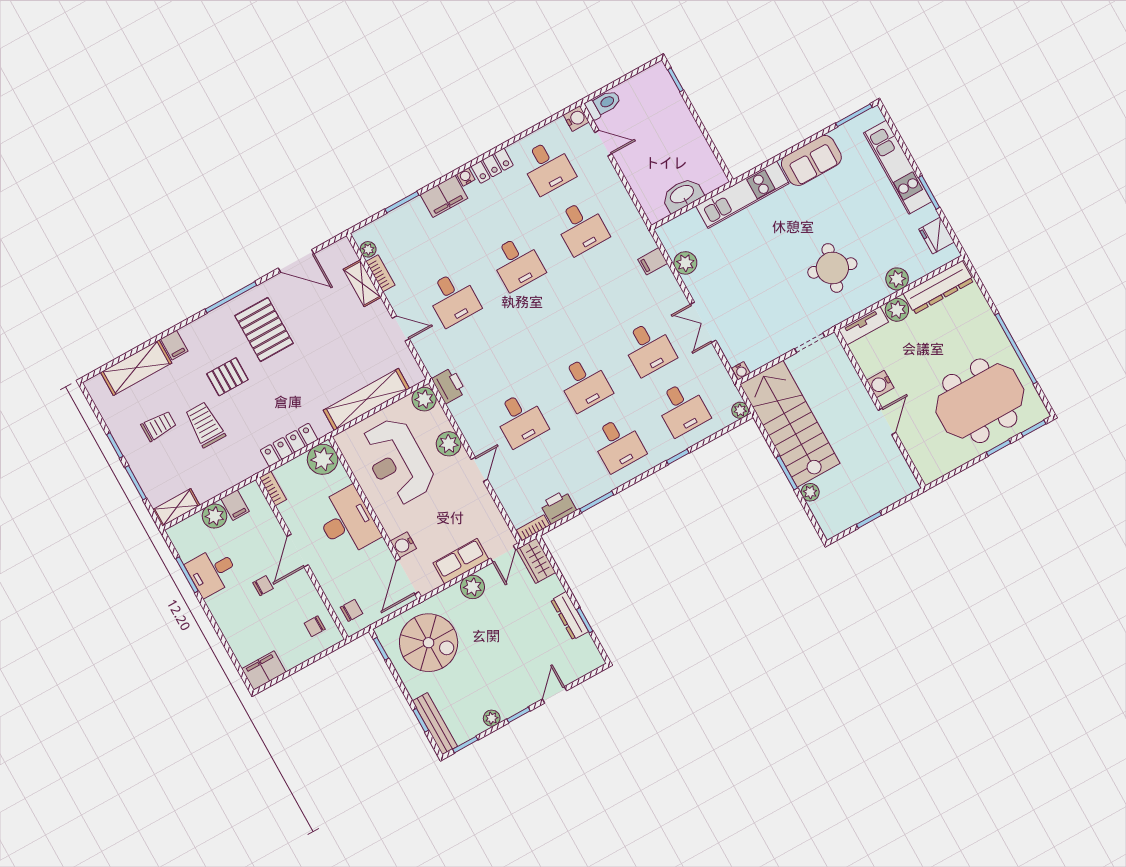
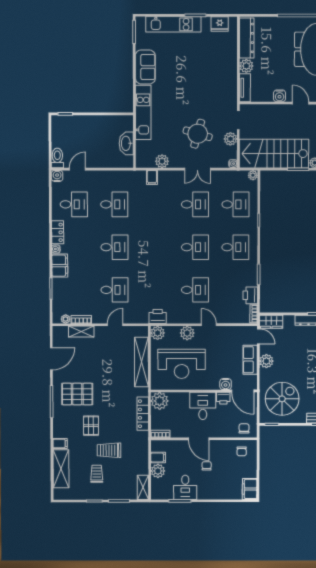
round table: (832, 268) -> (198, 134), moved
plant: (897, 279) -> (230, 139), moved
desk: (347, 522) -> (203, 406), width x0.73
printer: (380, 553) -> (223, 398), added

